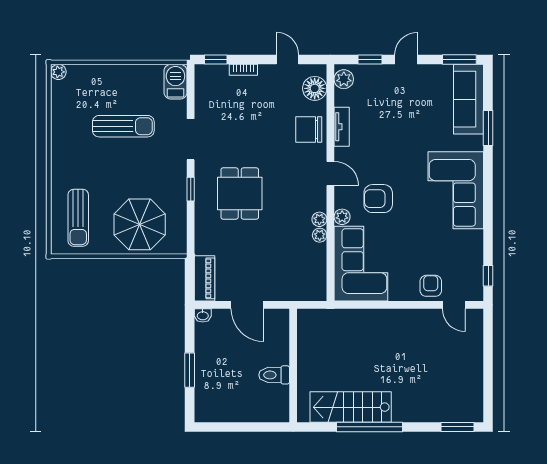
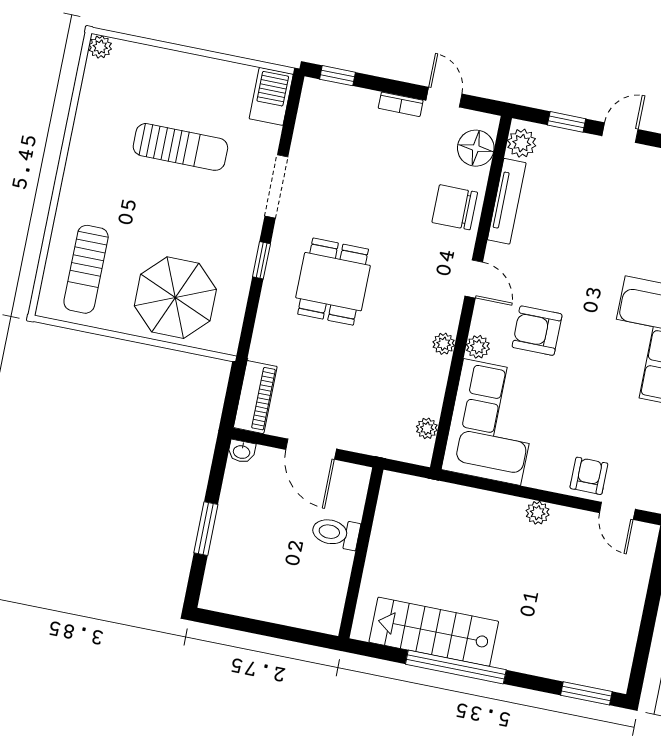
bookcase: (243, 70) -> (401, 104), moved
tv unit: (342, 127) -> (507, 201), width x1.41
plant: (320, 235) -> (427, 428), moved
plant: (402, 316) -> (538, 513), added
toilet: (274, 375) -> (336, 533), moved

